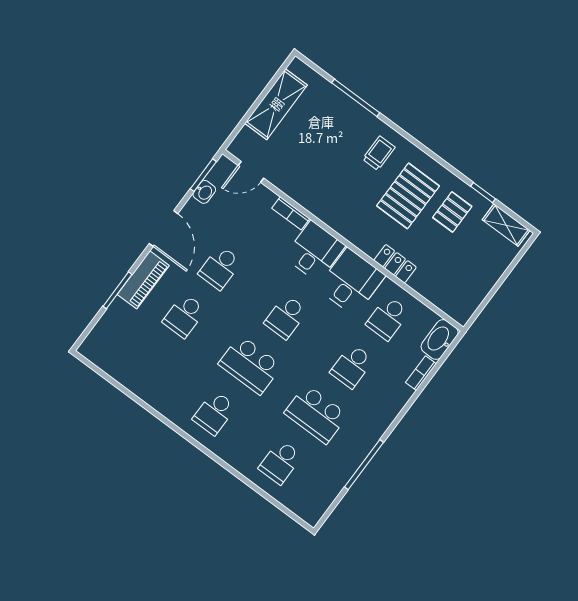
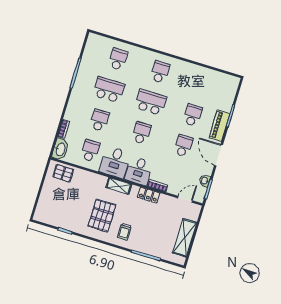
pallet: (452, 212) -> (63, 173), moved, turned 90
shelving: (506, 225) -> (119, 186), moved
locker: (395, 264) -> (149, 195), moved

